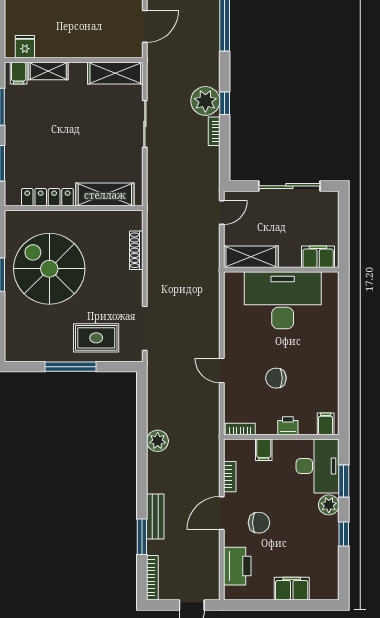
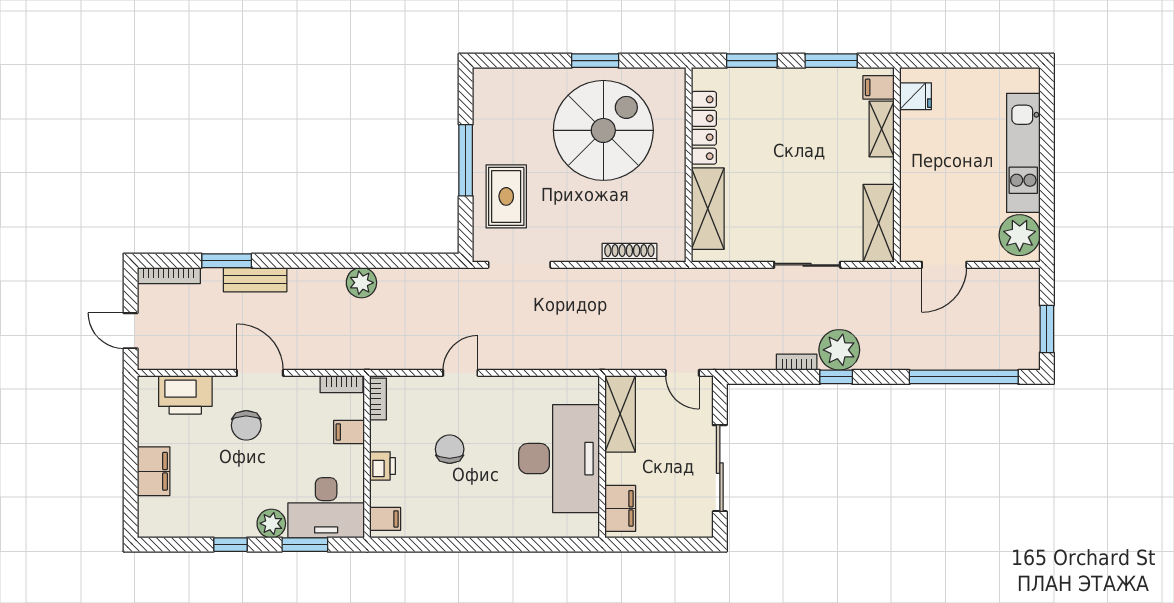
door: (145, 26) -> (944, 265), hinge flipped
bookcase: (230, 477) -> (342, 384), moved

